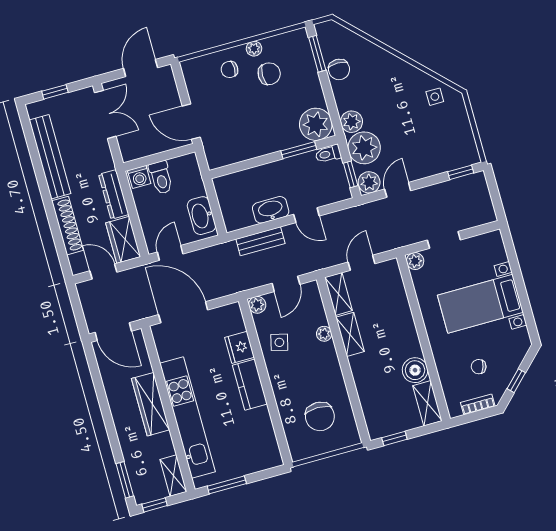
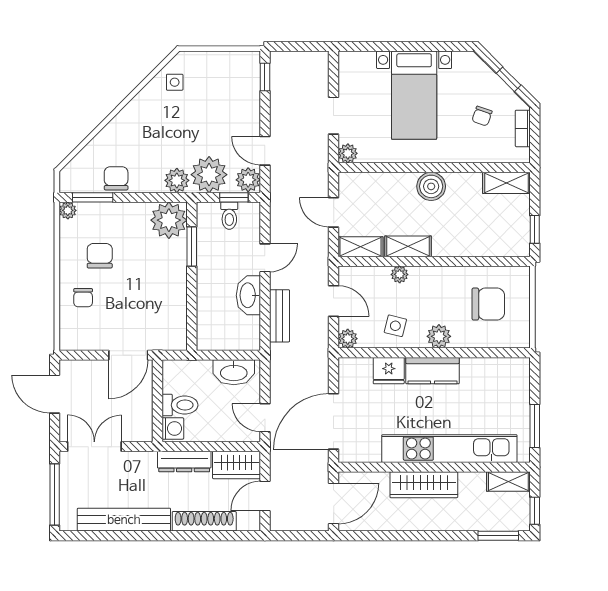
plant: (254, 49) -> (68, 210), moved
chair: (339, 69) -> (116, 178), turned -90
window: (55, 92) -> (55, 495), width x2.17
toilet: (328, 154) -> (229, 216), moved
boiler: (415, 370) -> (431, 186), moved
plant: (281, 382) -> (439, 336), added

